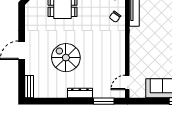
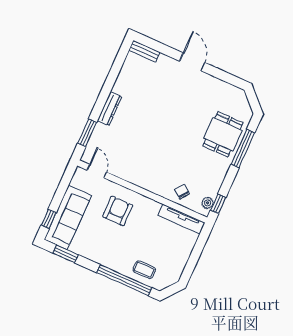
armchair: (148, 56) -> (118, 211), added
spiral stairs: (66, 58) -> (160, 111), removed

